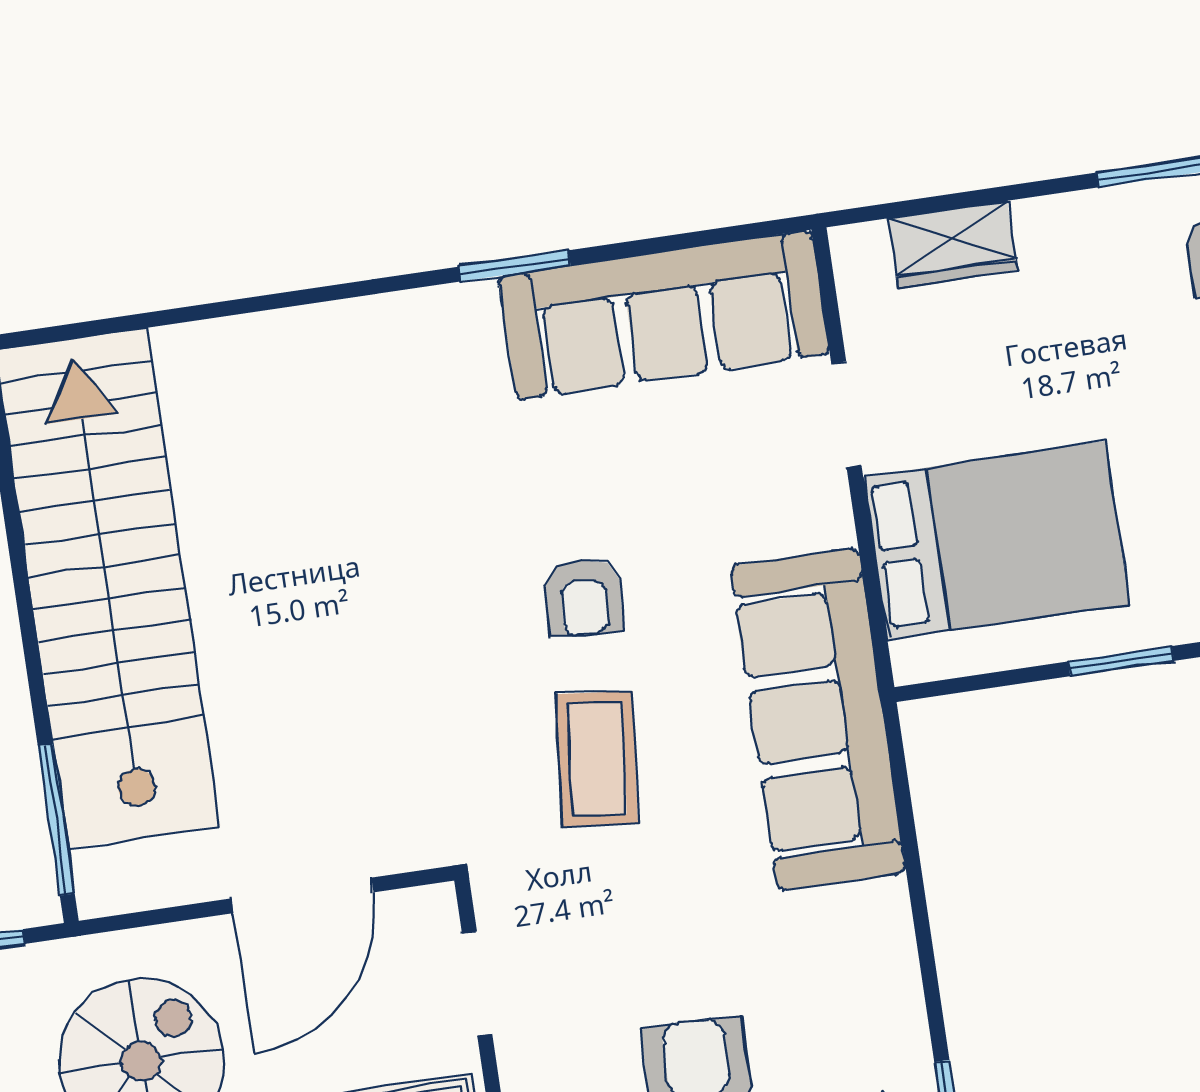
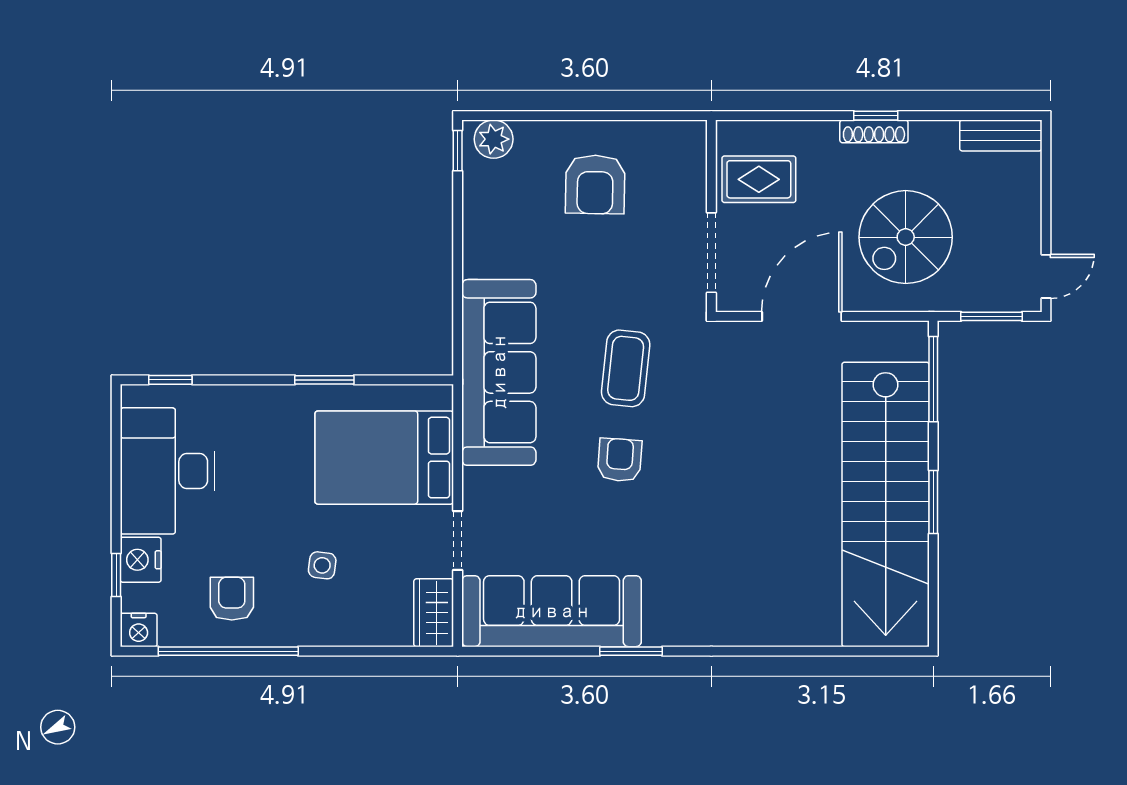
wardrobe: (953, 244) -> (434, 613), moved, turned -90
side table: (1077, 336) -> (322, 565), added
window: (24, 605) -> (933, 502), added
doorway: (477, 984) -> (711, 253), width x1.38

